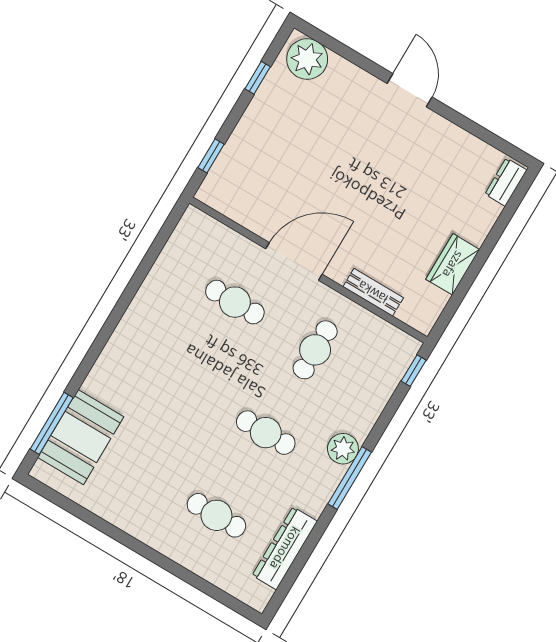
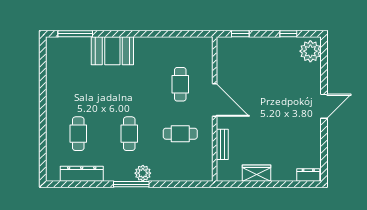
window: (414, 371) -> (198, 184), removed
booth: (81, 437) -> (112, 51), moved

